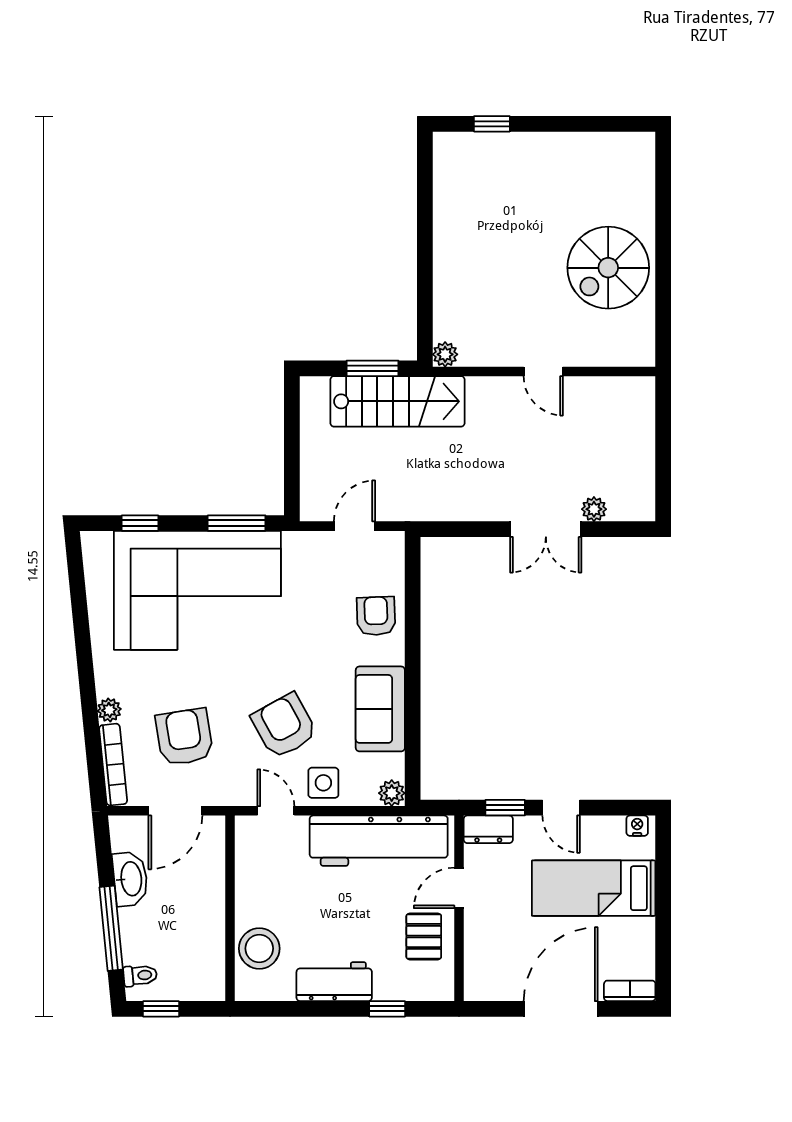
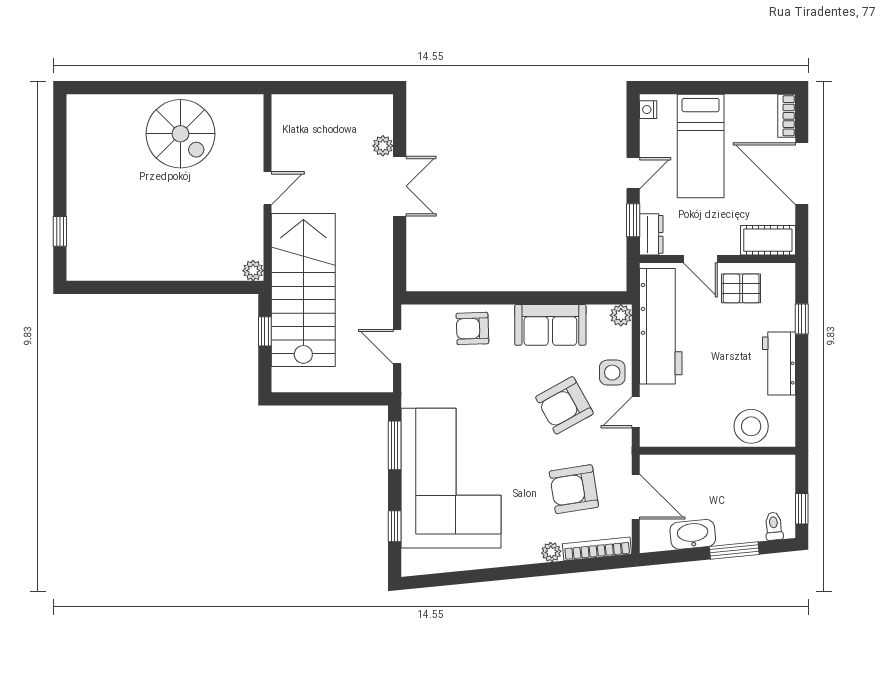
window: (372, 368) -> (265, 331), width x0.67
stairs: (397, 401) -> (303, 290), width x1.36, depth x1.51
window: (111, 928) -> (734, 550), width x0.69
cot: (481, 969) -> (768, 240), added

